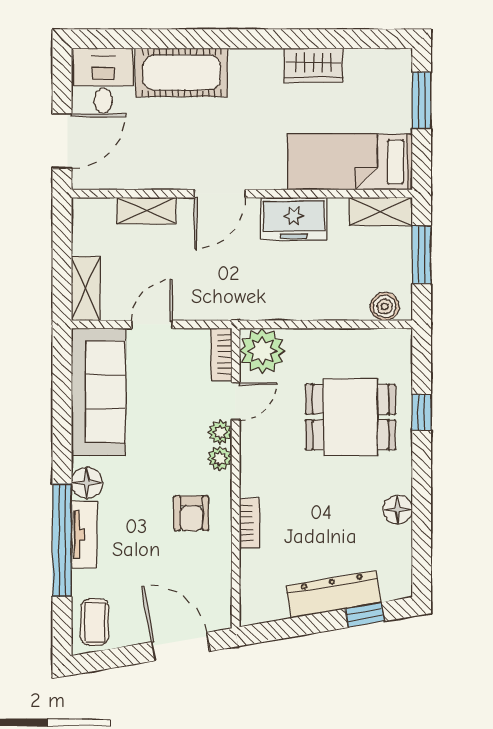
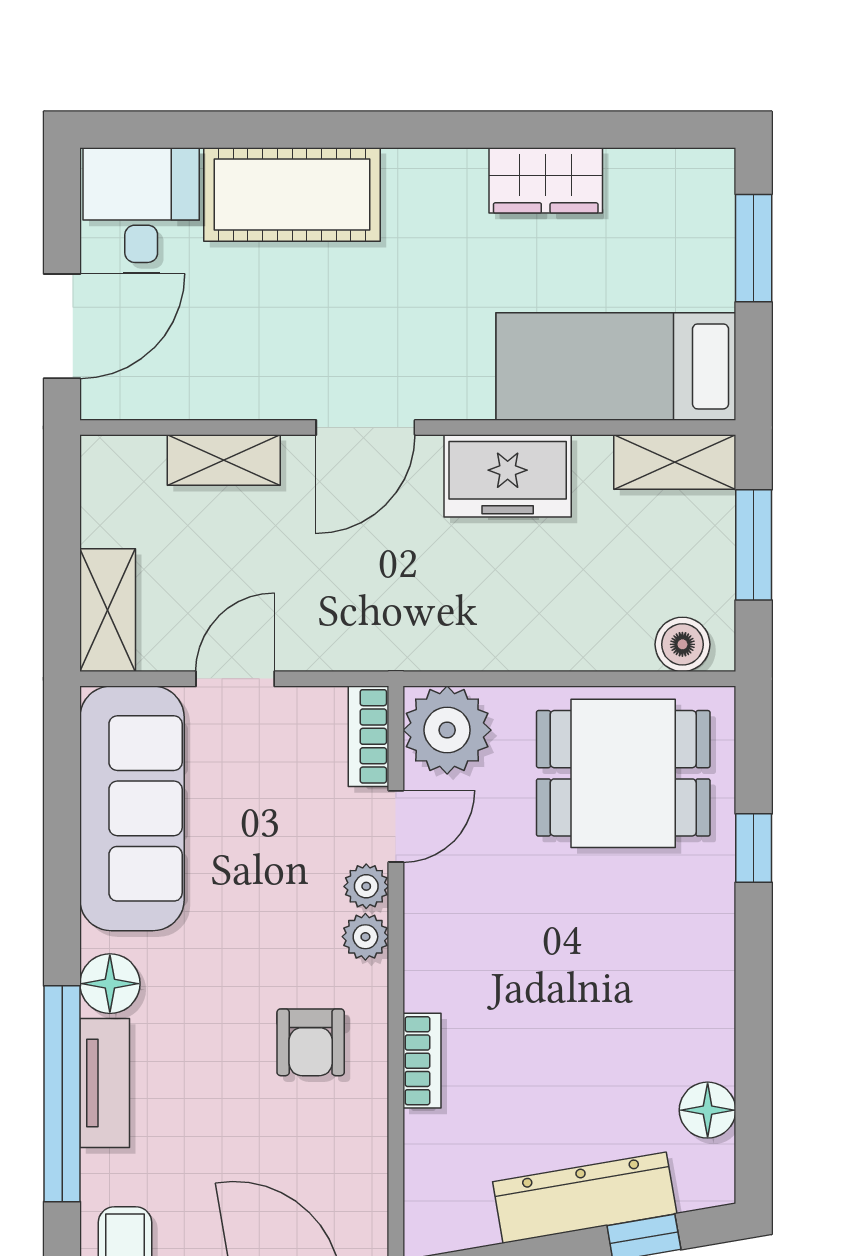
dining table: (351, 417) -> (623, 773), moved
floor lamp: (398, 509) -> (708, 1110), moved

